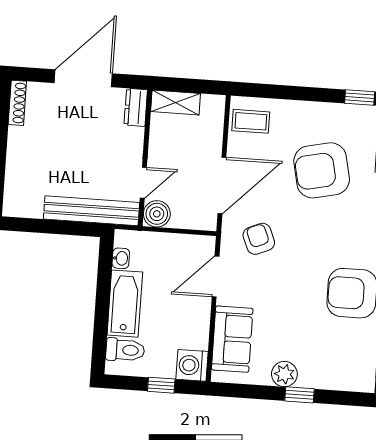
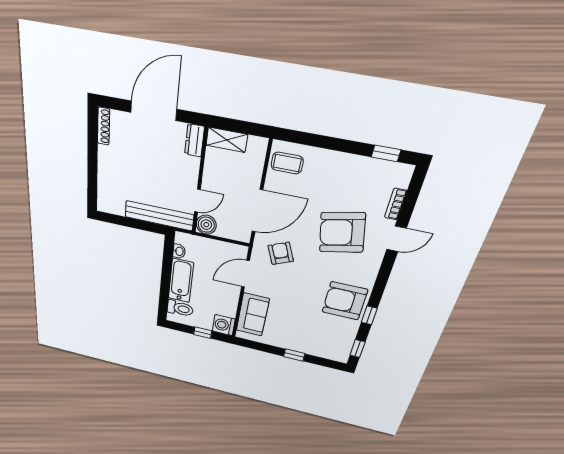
armchair: (322, 170) -> (342, 233), moved
plant: (284, 374) -> (286, 341), removed

